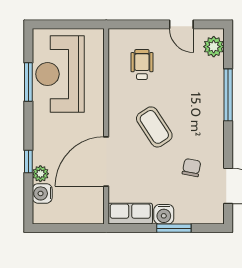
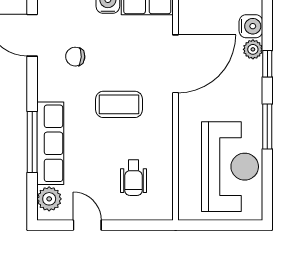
window: (28, 82) -> (267, 127), moved
row of seats: (213, 94) -> (50, 143), added
coffee table: (154, 127) -> (119, 104), turned -57
chair: (192, 168) -> (75, 57), turned 82

